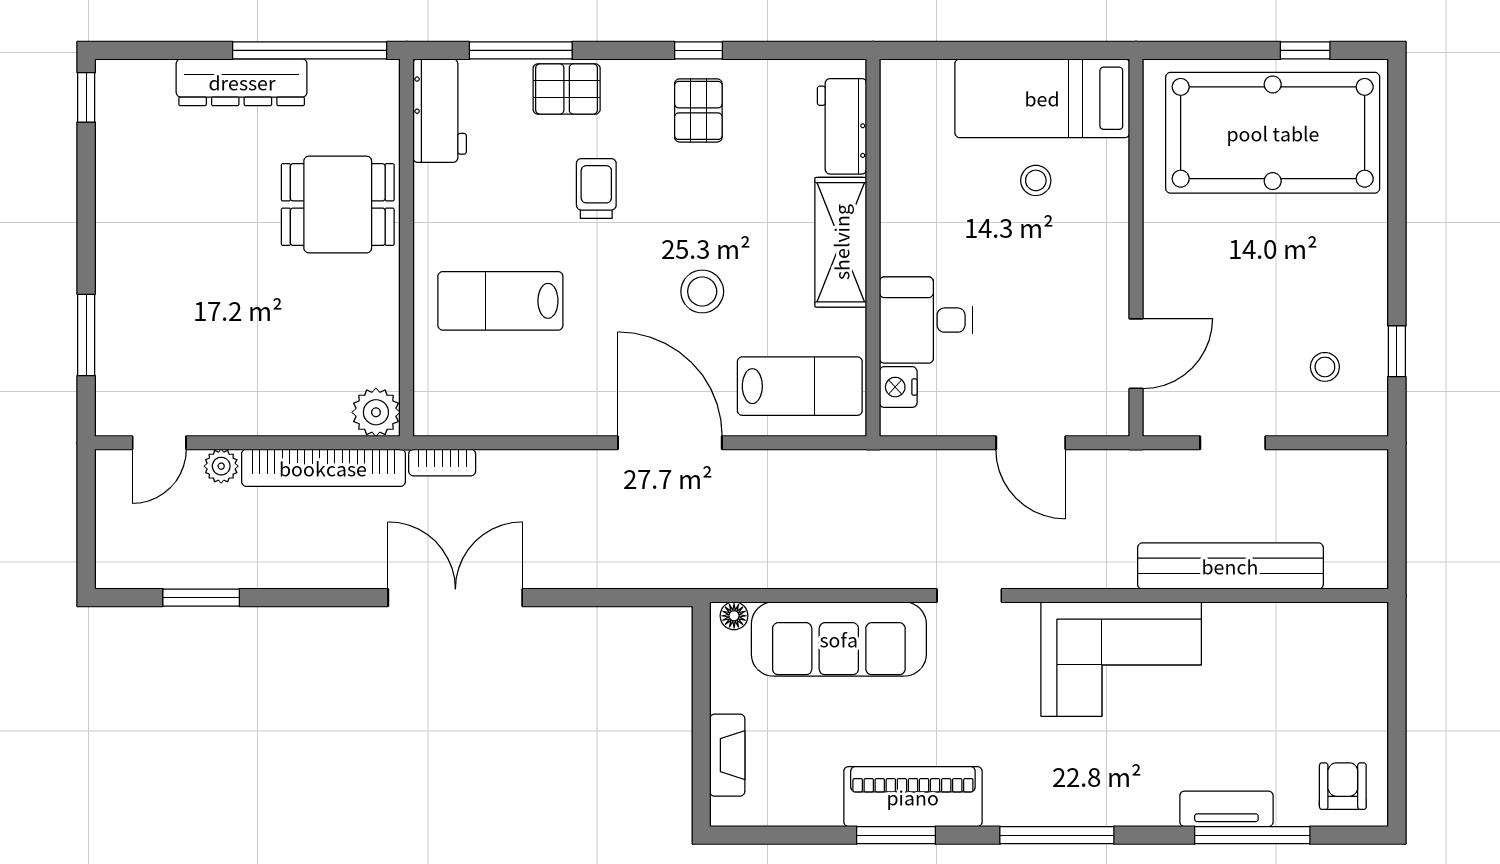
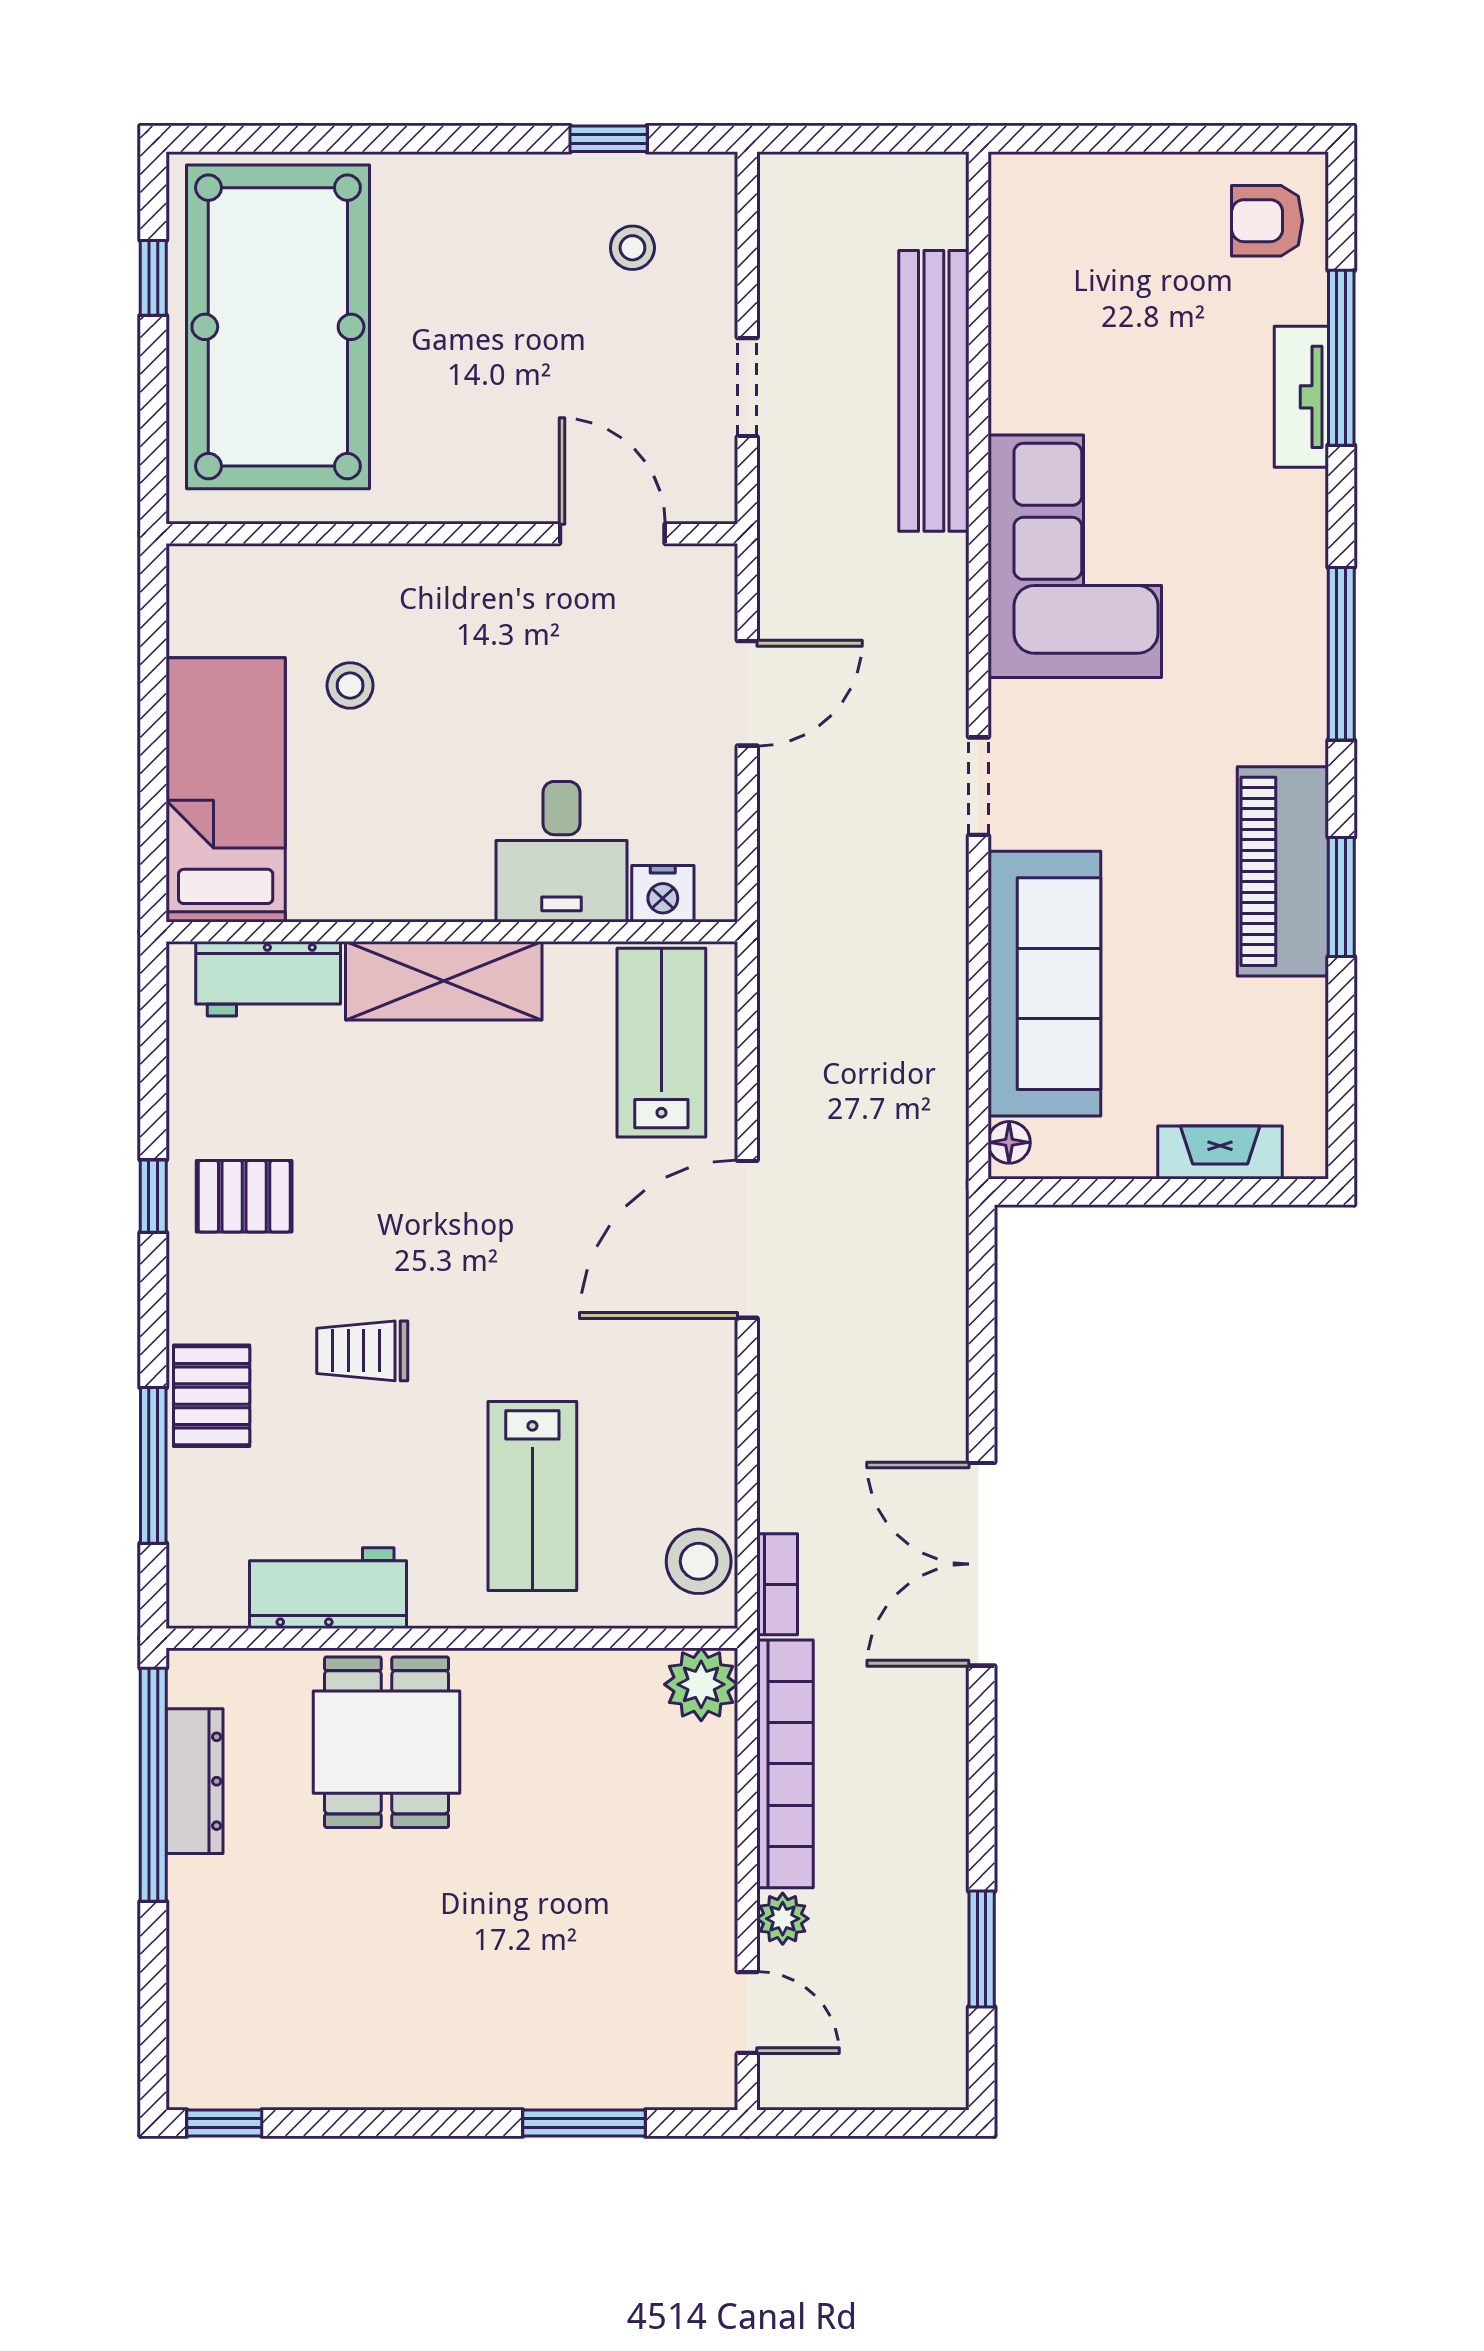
dresser: (242, 82) -> (194, 1781), moved, width x0.73, depth x0.80
bed: (1042, 98) -> (226, 790), moved, turned 180
workbench: (440, 111) -> (328, 1588), moved
stool: (702, 291) -> (699, 1561), moved

